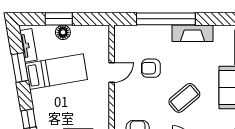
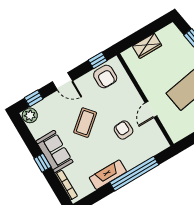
armchair: (151, 68) -> (124, 130), turned -93

